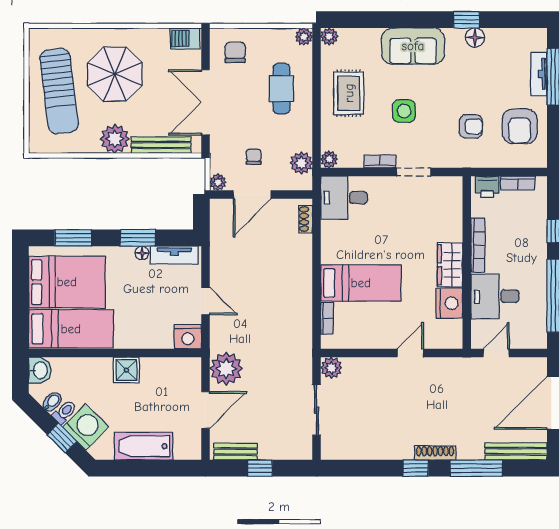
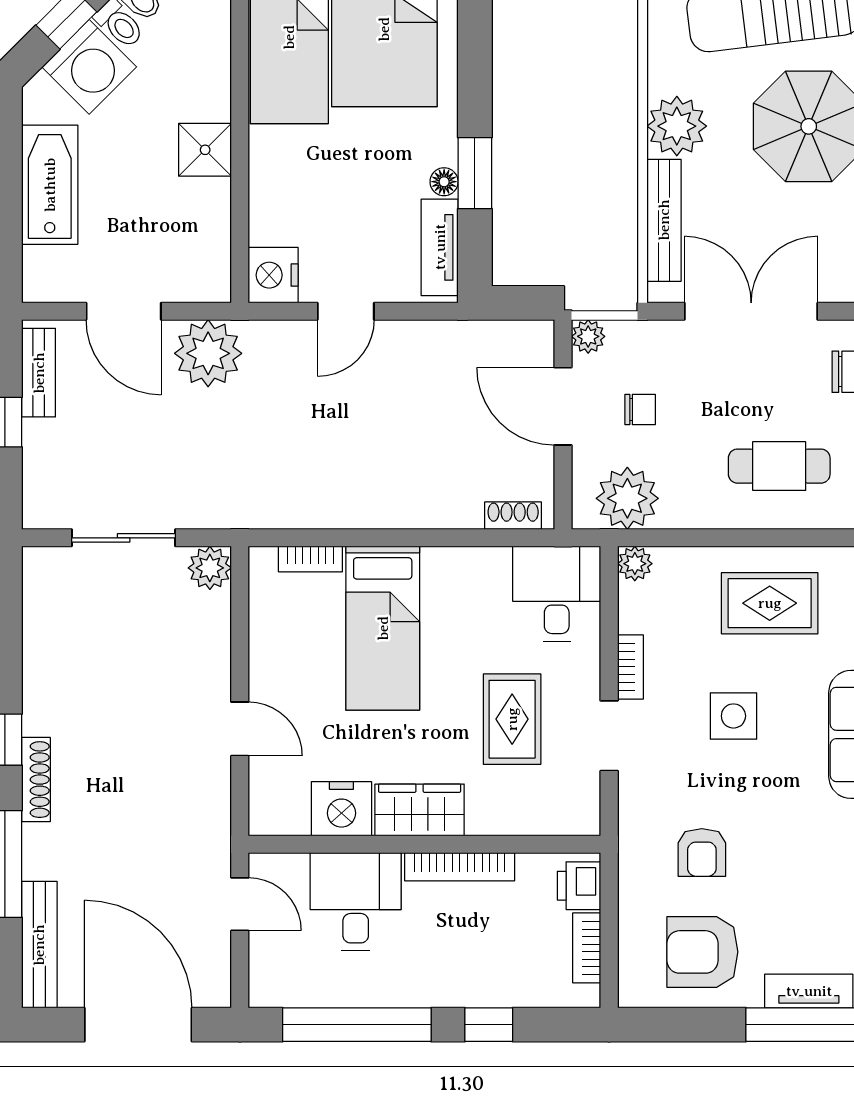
plant: (301, 163) -> (627, 498), width x1.36, depth x1.36
rug: (405, 220) -> (512, 719), added
window: (73, 238) -> (475, 41), removed

